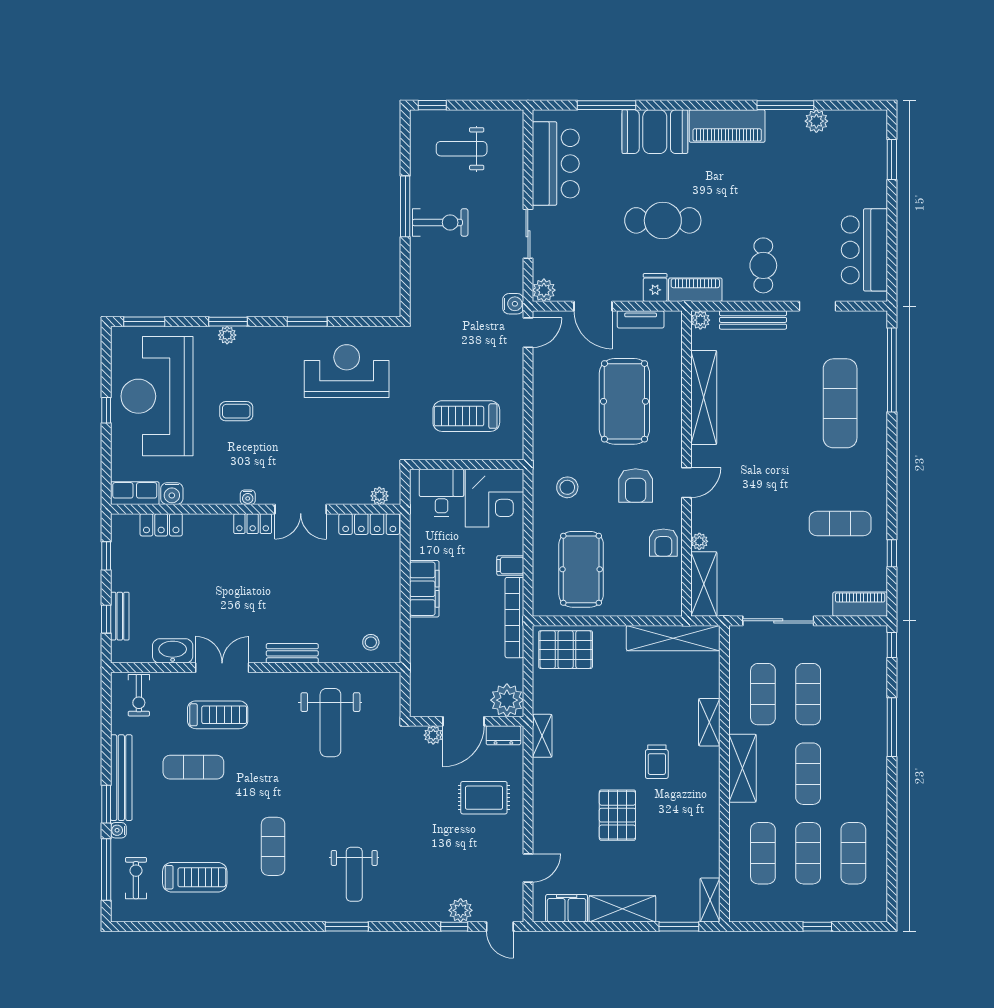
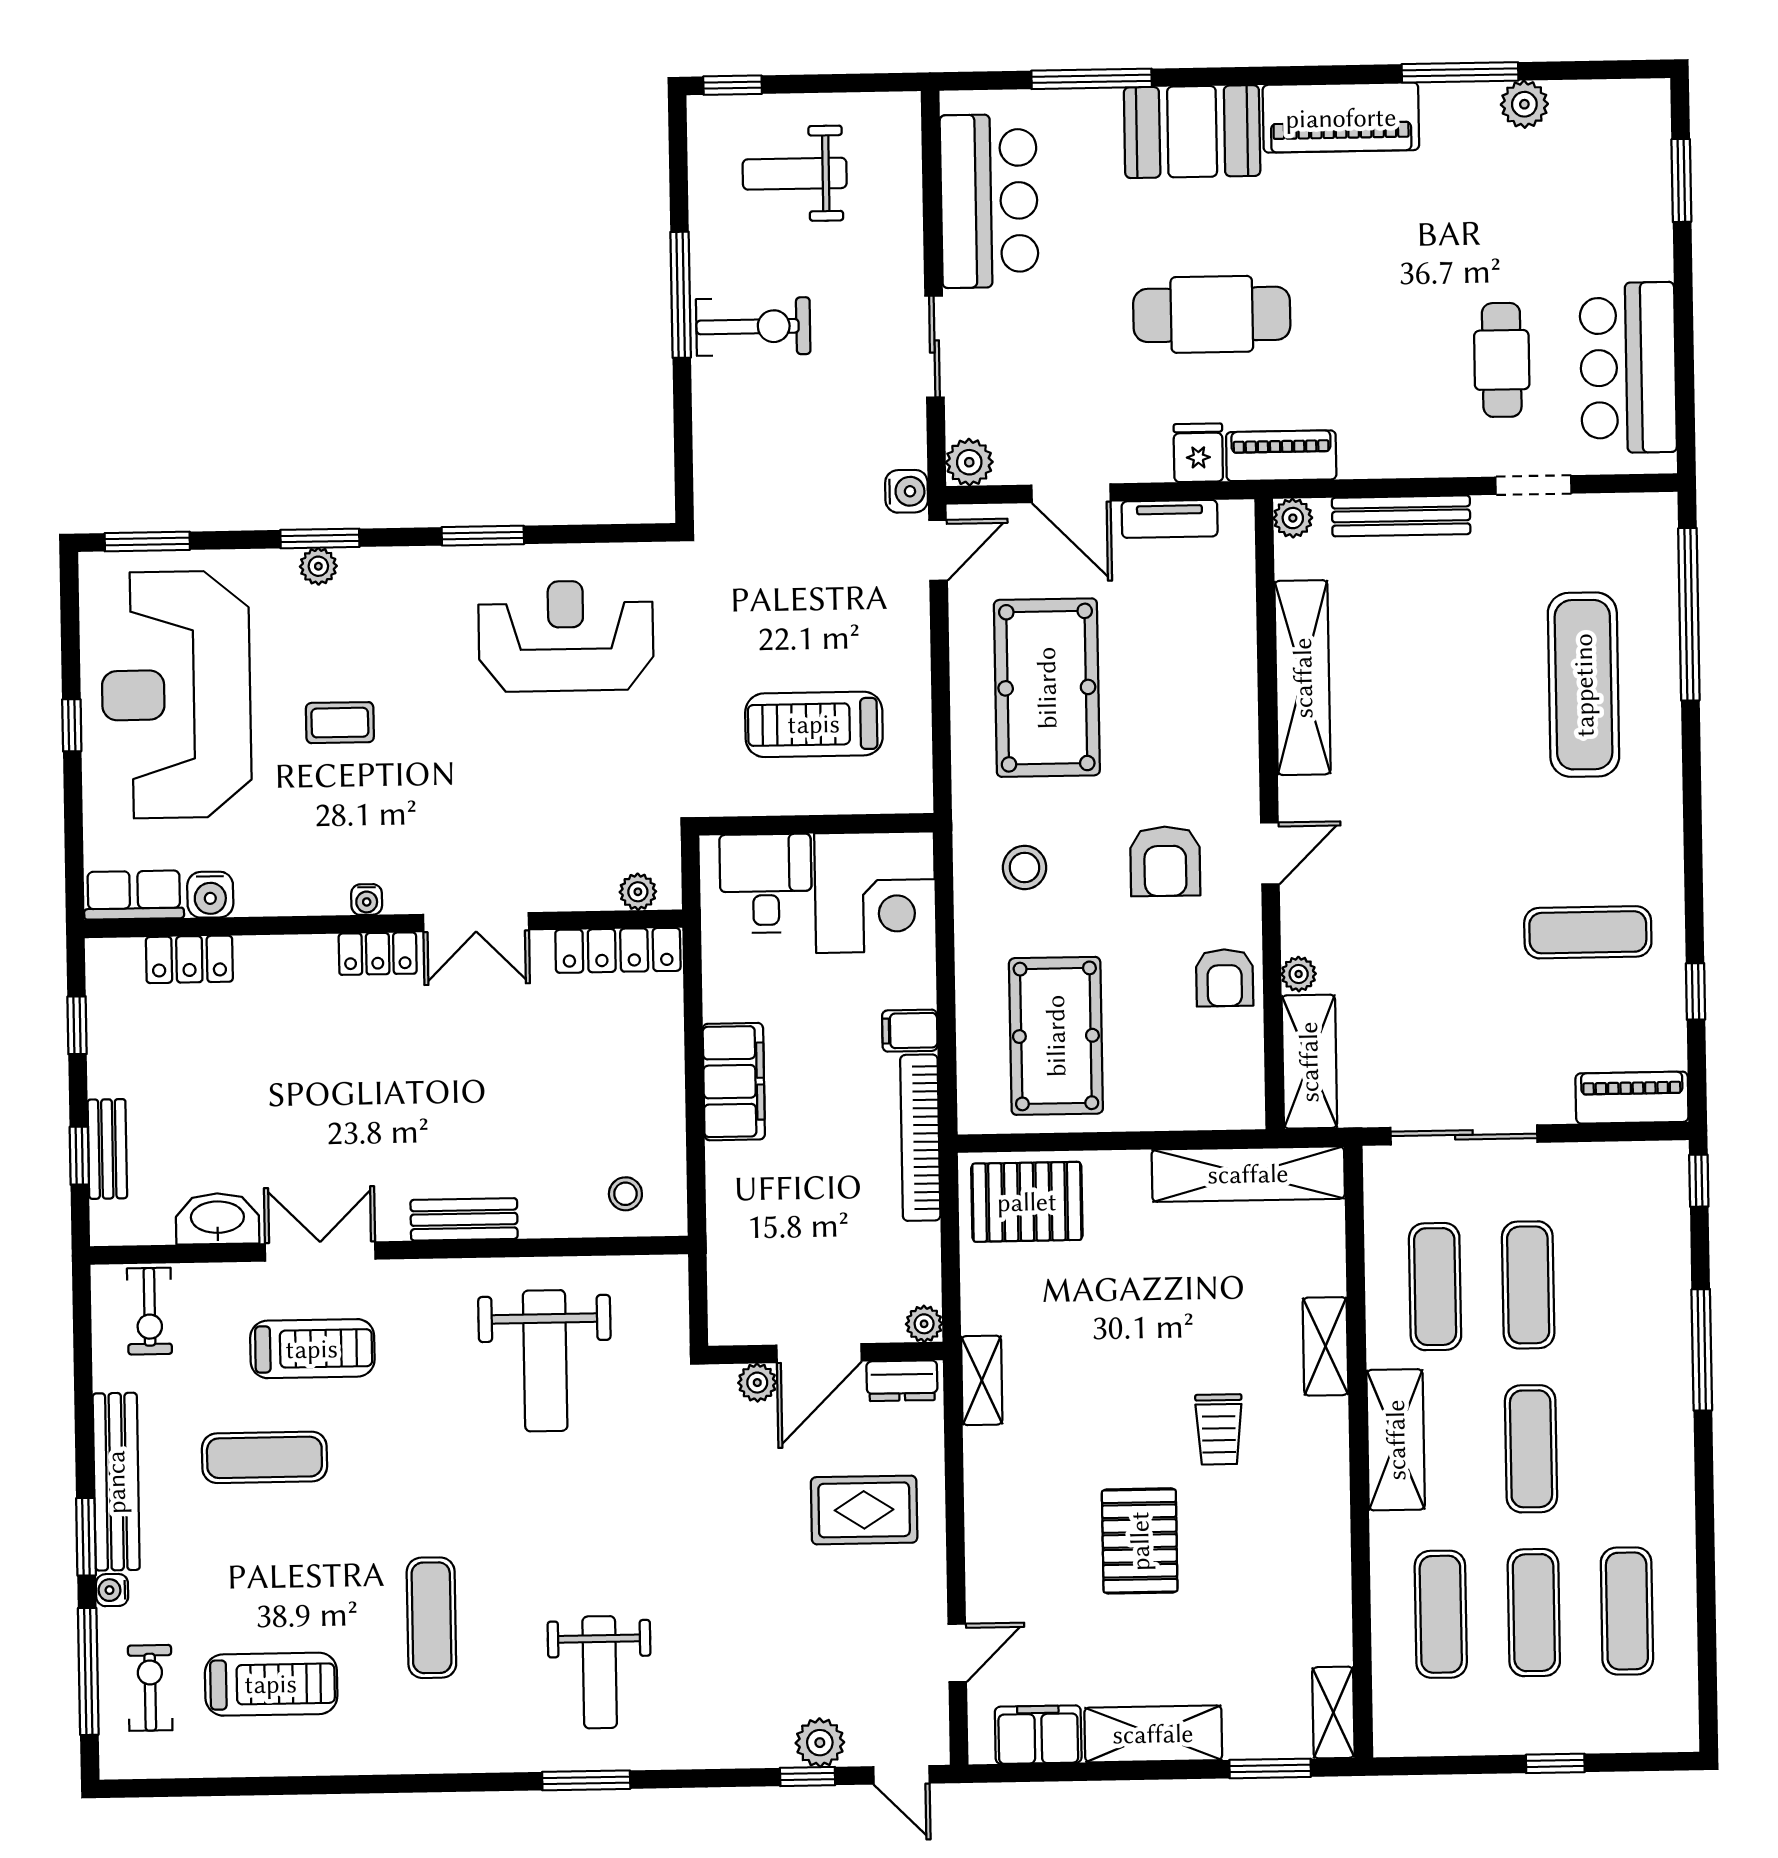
cafe table: (763, 265) -> (1502, 360), moved
pool table: (624, 401) -> (1047, 688), moved
plant: (507, 700) -> (924, 1324), width x0.53, depth x0.53

